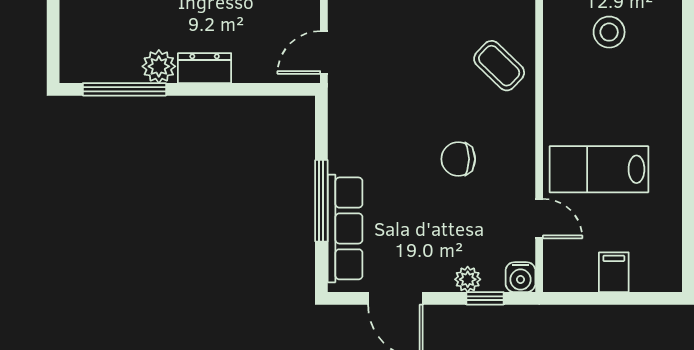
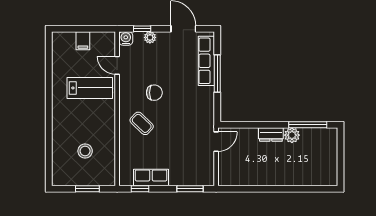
coffee table: (499, 66) -> (142, 123), moved

